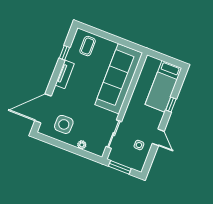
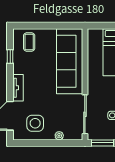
tv unit: (65, 74) -> (18, 88), moved
sliding door: (114, 134) -> (85, 114), width x1.37

